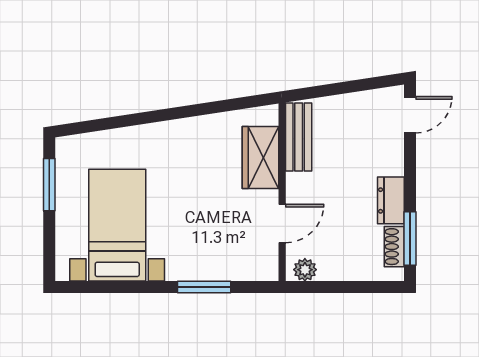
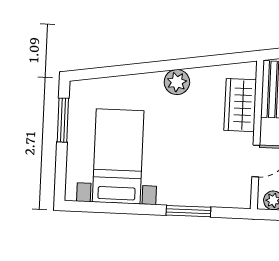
plant: (184, 133) -> (177, 82), added

